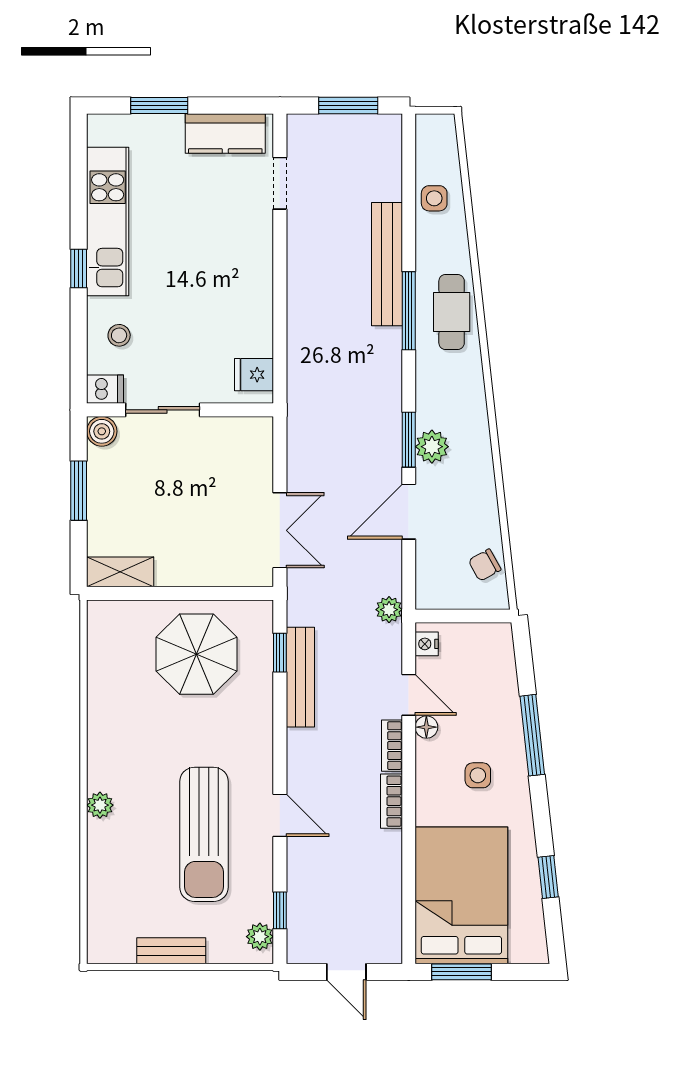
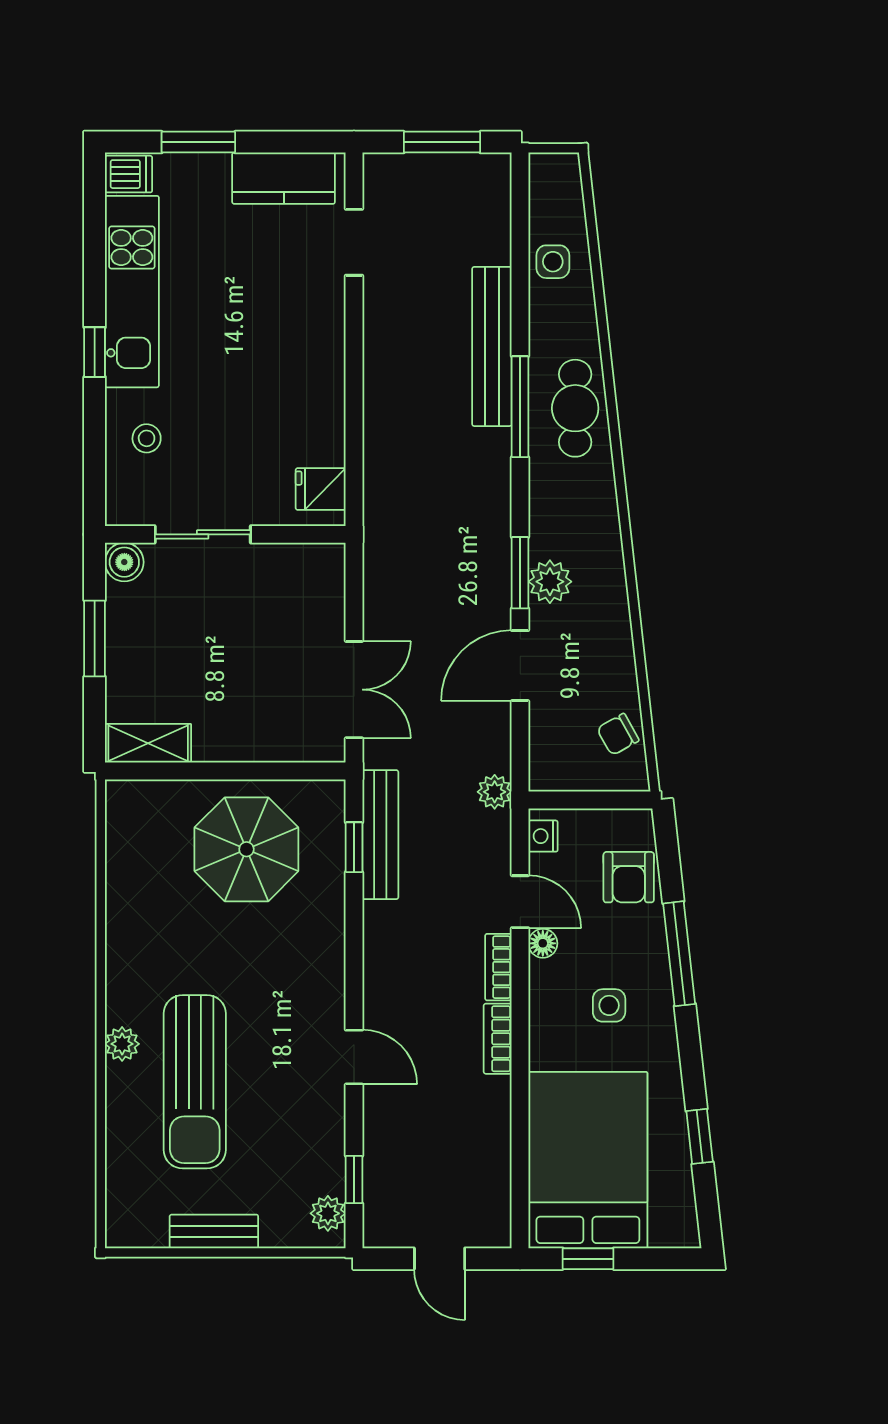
dishwasher: (105, 389) -> (129, 174), moved
armchair: (493, 676) -> (629, 877), added
bench: (300, 677) -> (380, 835), moved
sun lounger: (204, 834) -> (195, 1082), moved
window: (462, 972) -> (588, 1259), width x0.67

